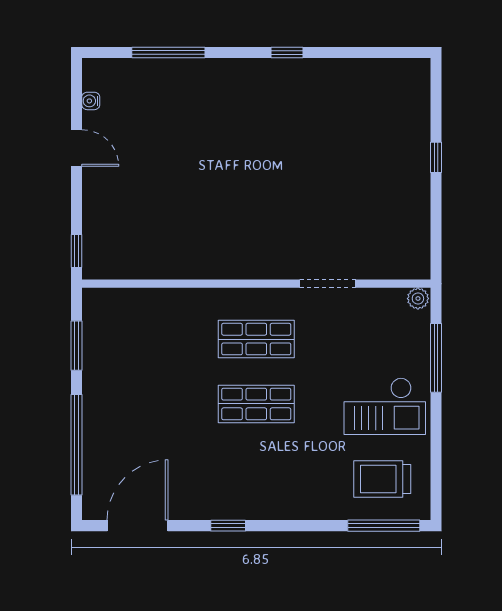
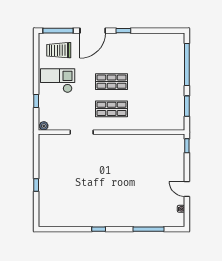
window: (436, 358) -> (36, 101), width x0.46
trolley: (382, 479) -> (59, 50), turned 180
door: (138, 526) -> (93, 31), moved

